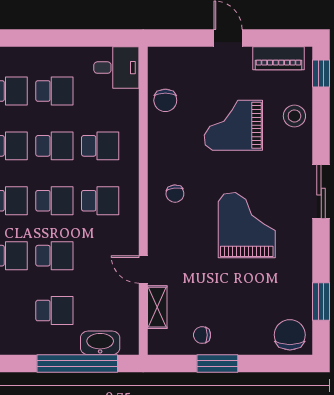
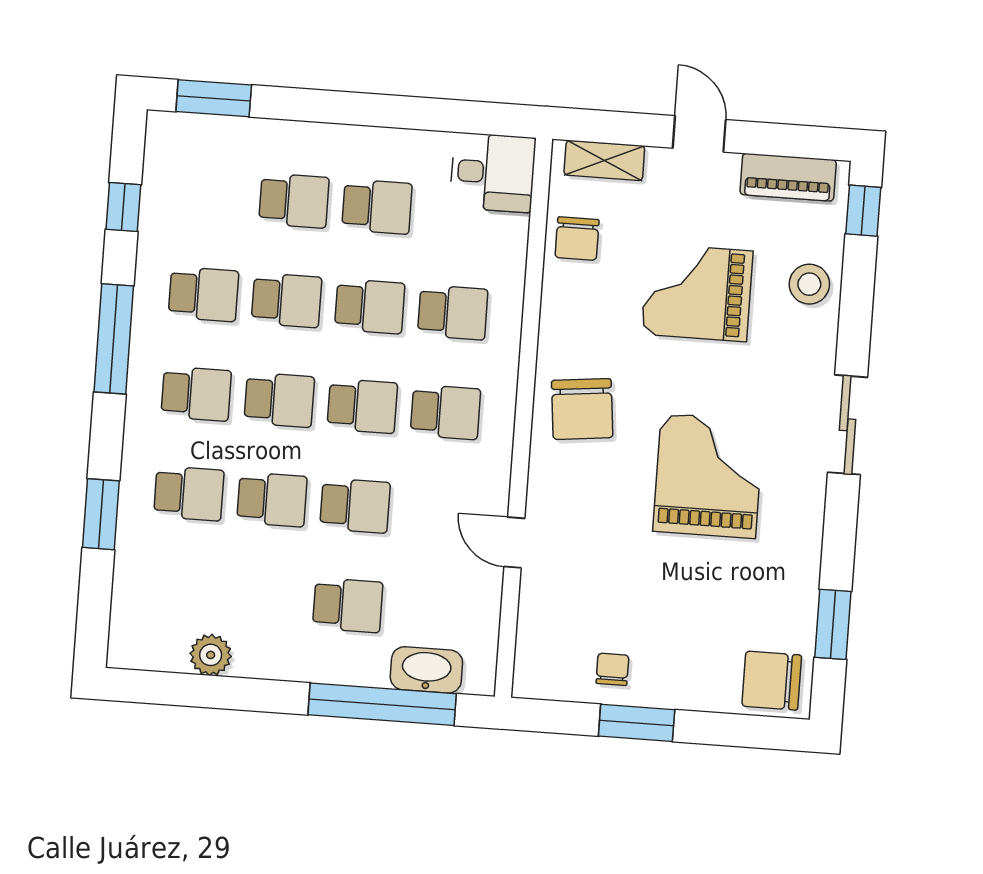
chair: (175, 194) -> (582, 409), width x1.87, depth x1.87
shelving: (157, 307) -> (604, 160), moved, turned 90
chair: (202, 335) -> (612, 669), turned 90
chair: (290, 335) -> (772, 681), turned -90

